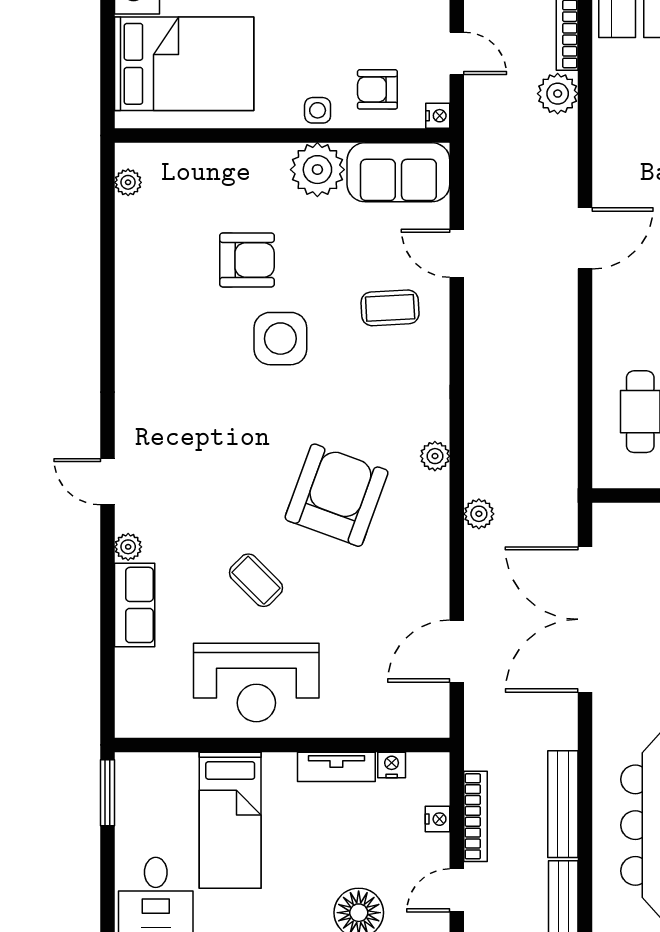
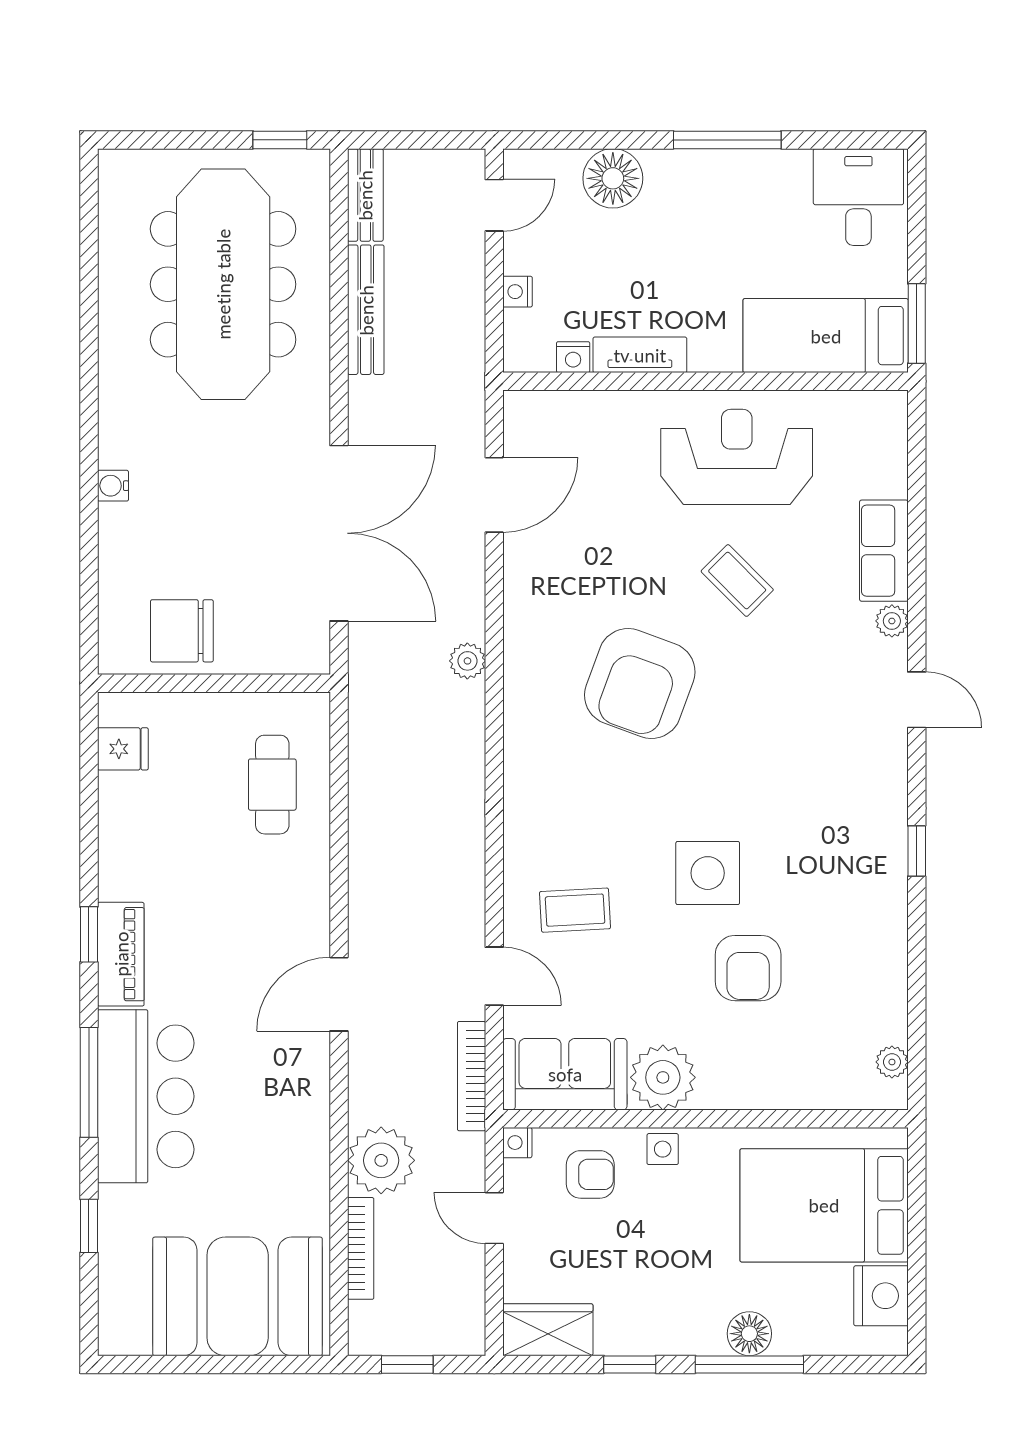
plant: (558, 94) -> (381, 1160), width x1.36, depth x1.36
armchair: (247, 260) -> (748, 968), turned -90
window: (108, 357) -> (917, 851), added
plant: (435, 456) -> (521, 731), removed
bookcase: (476, 816) -> (472, 1076), moved
bed: (230, 820) -> (826, 336), moved, turned -90

